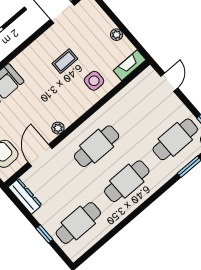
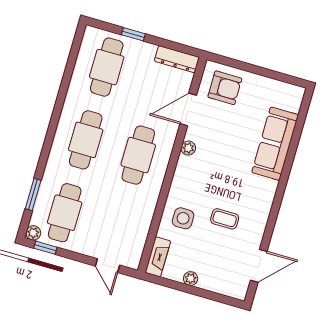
coffee table: (65, 61) -> (225, 219), turned 90
door: (40, 155) -> (188, 110), swing flipped

